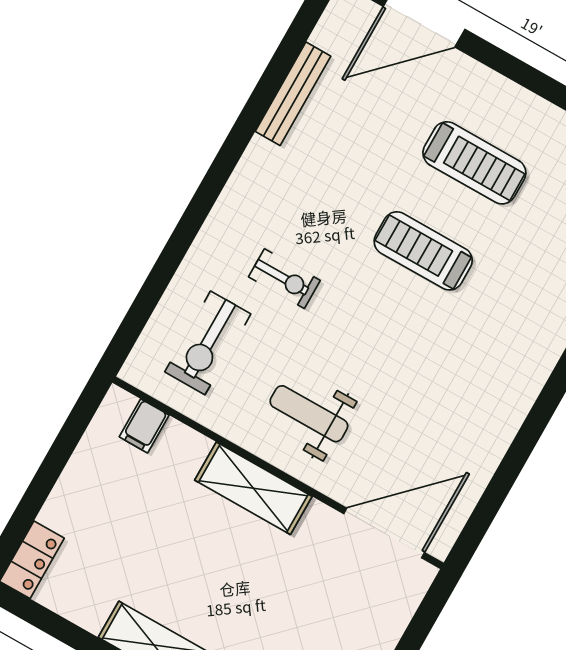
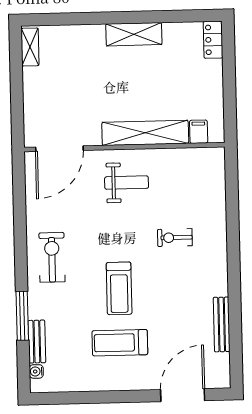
treadmill: (423, 251) -> (119, 288), turned 90
exercise bike: (208, 343) -> (52, 257), moved
shelving: (253, 488) -> (145, 133), width x1.47

